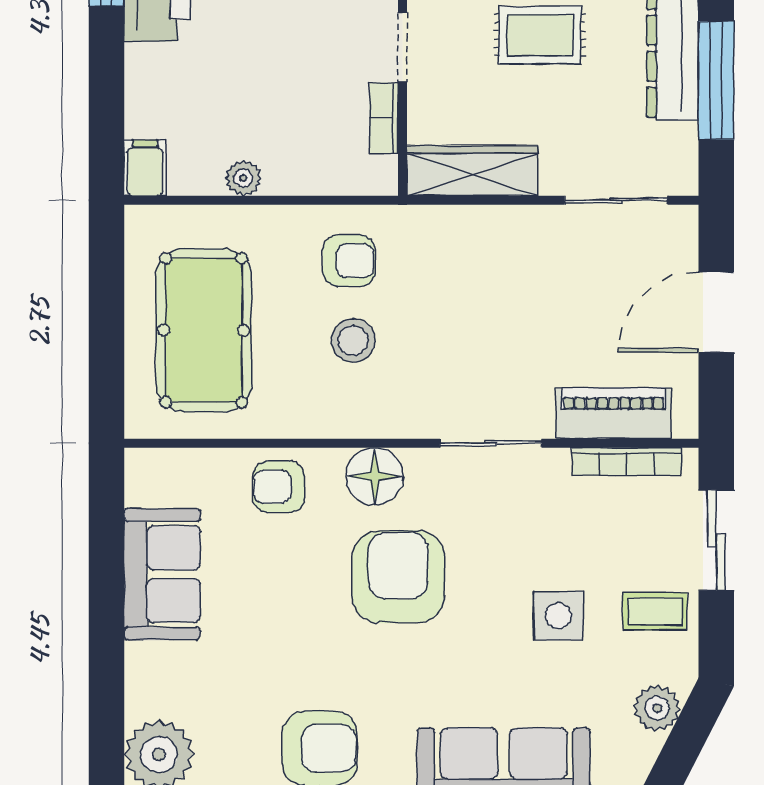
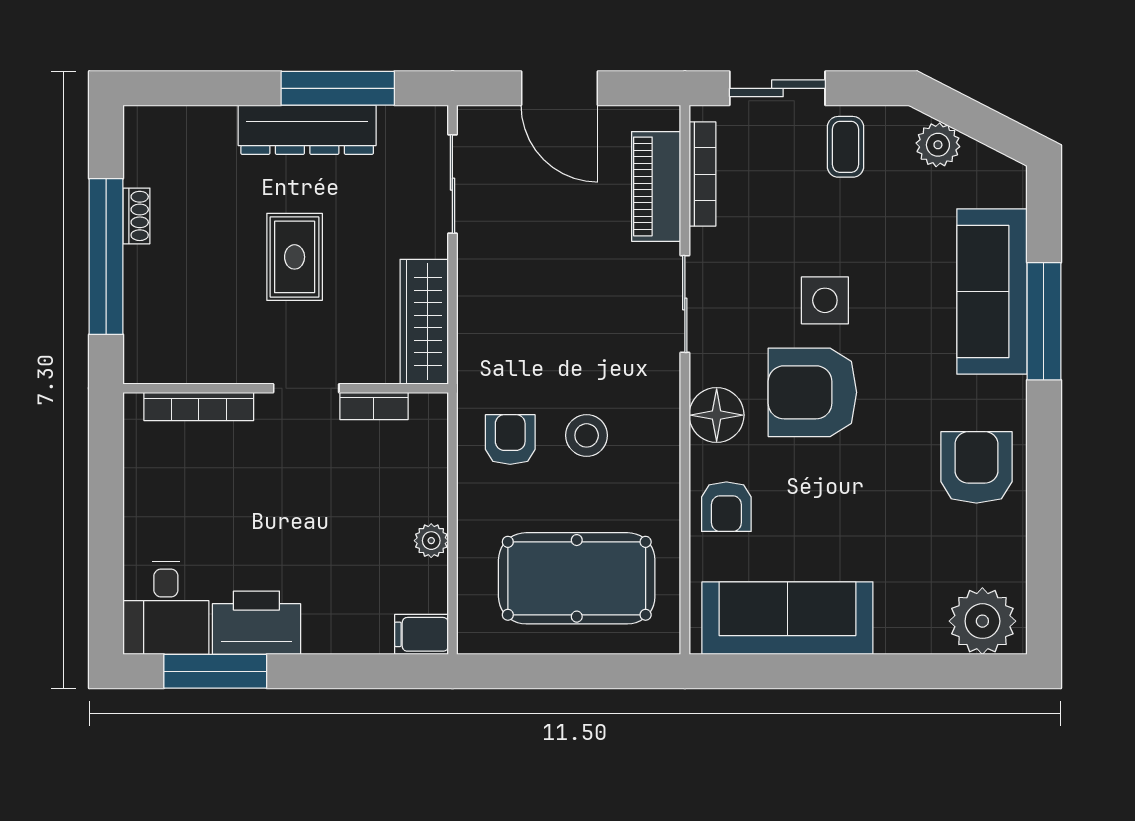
sofa: (162, 574) -> (787, 618), width x1.36
side table: (558, 616) -> (825, 300), moved

